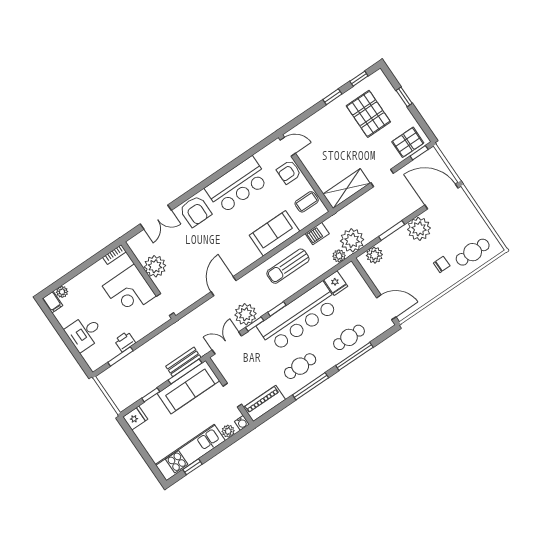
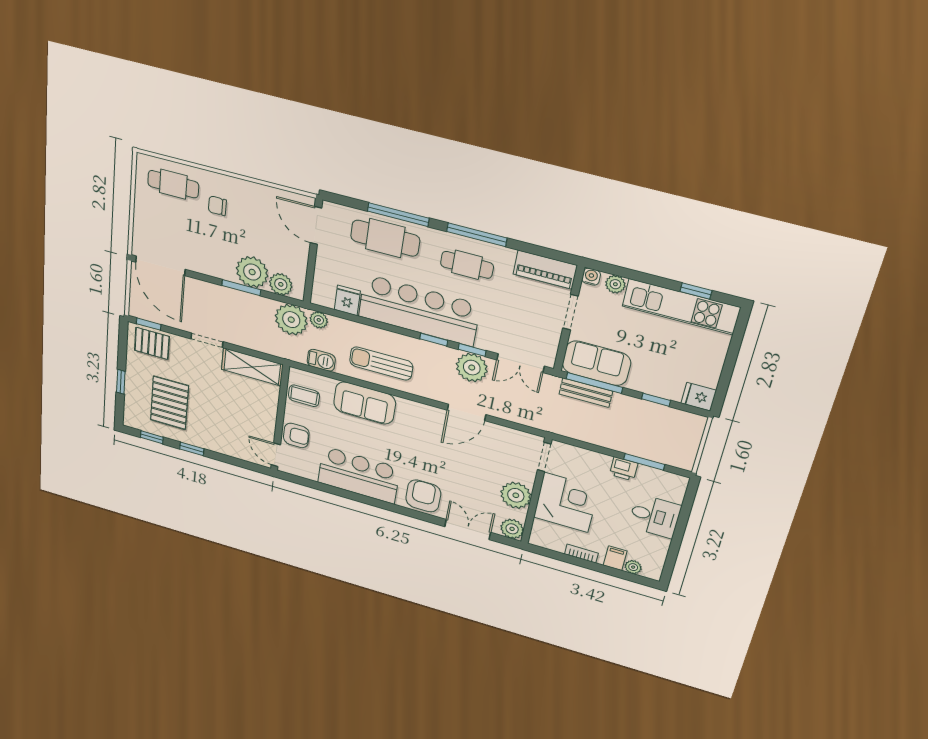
plant: (419, 229) -> (252, 272), moved
plant: (137, 244) -> (512, 529), added
bookcase: (114, 255) -> (581, 554), moved
sun lounger: (288, 266) -> (381, 363), turned 180
filing cabinet: (52, 302) -> (615, 558), moved
cafe table: (349, 337) -> (385, 238), width x1.37, depth x1.35
sofa: (188, 387) -> (596, 363), width x0.73

